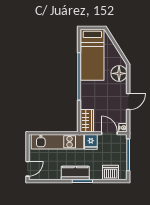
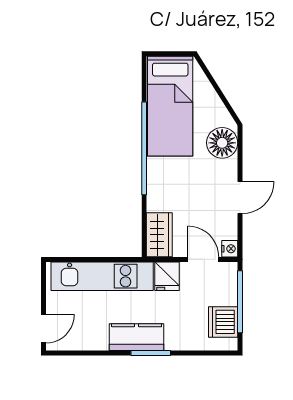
dishwasher: (111, 173) -> (223, 322), moved, turned -90

